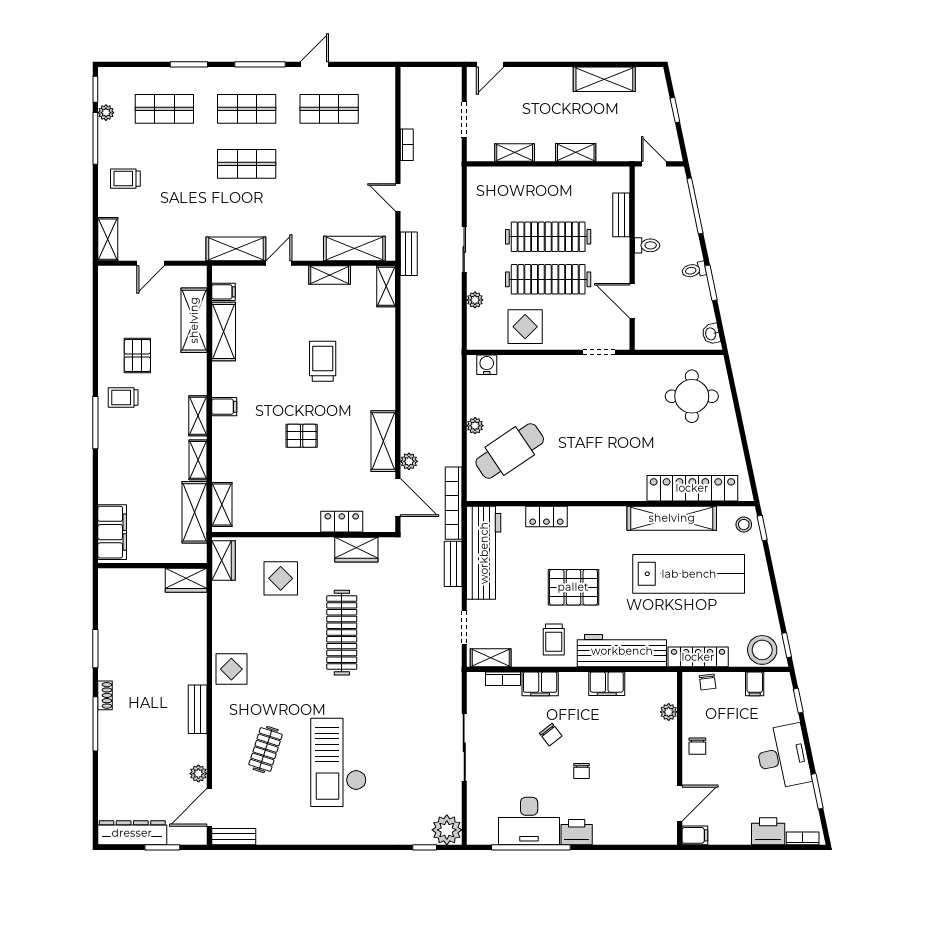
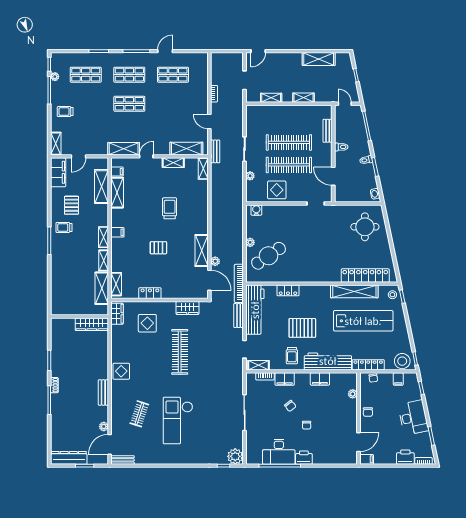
locker: (342, 522) -> (150, 293), moved
filing cabinet: (112, 532) -> (58, 172), moved
wardrobe: (186, 580) -> (92, 324), width x1.50

